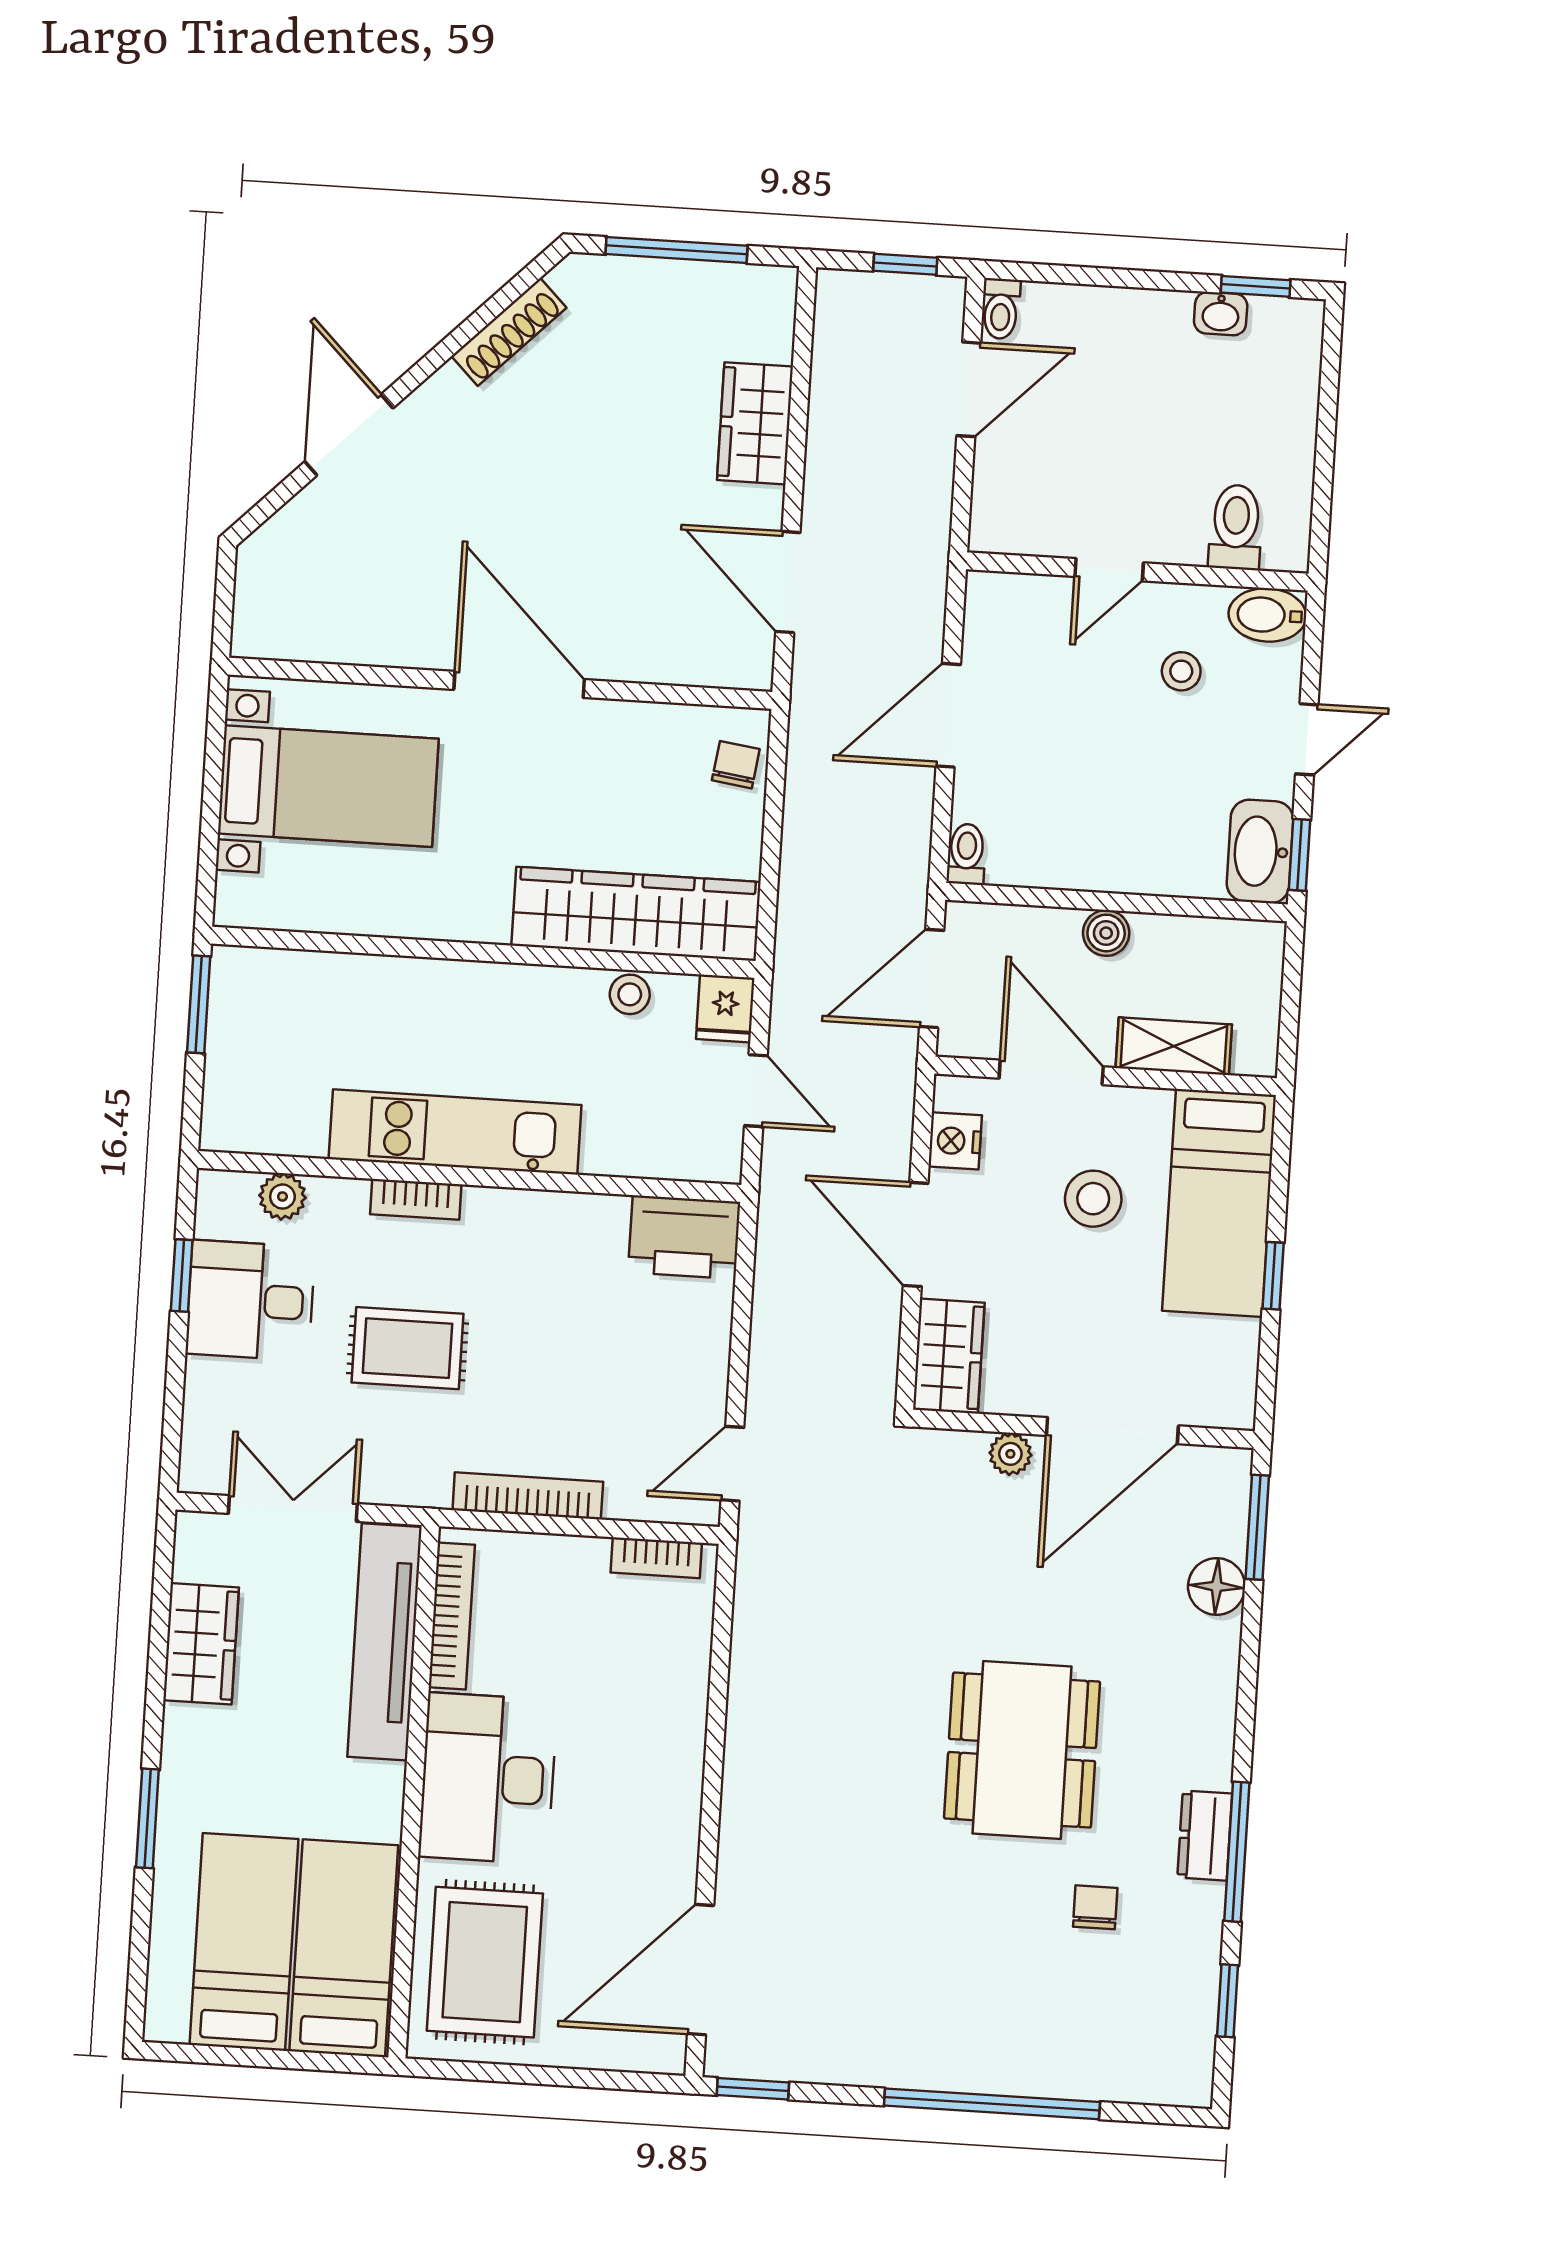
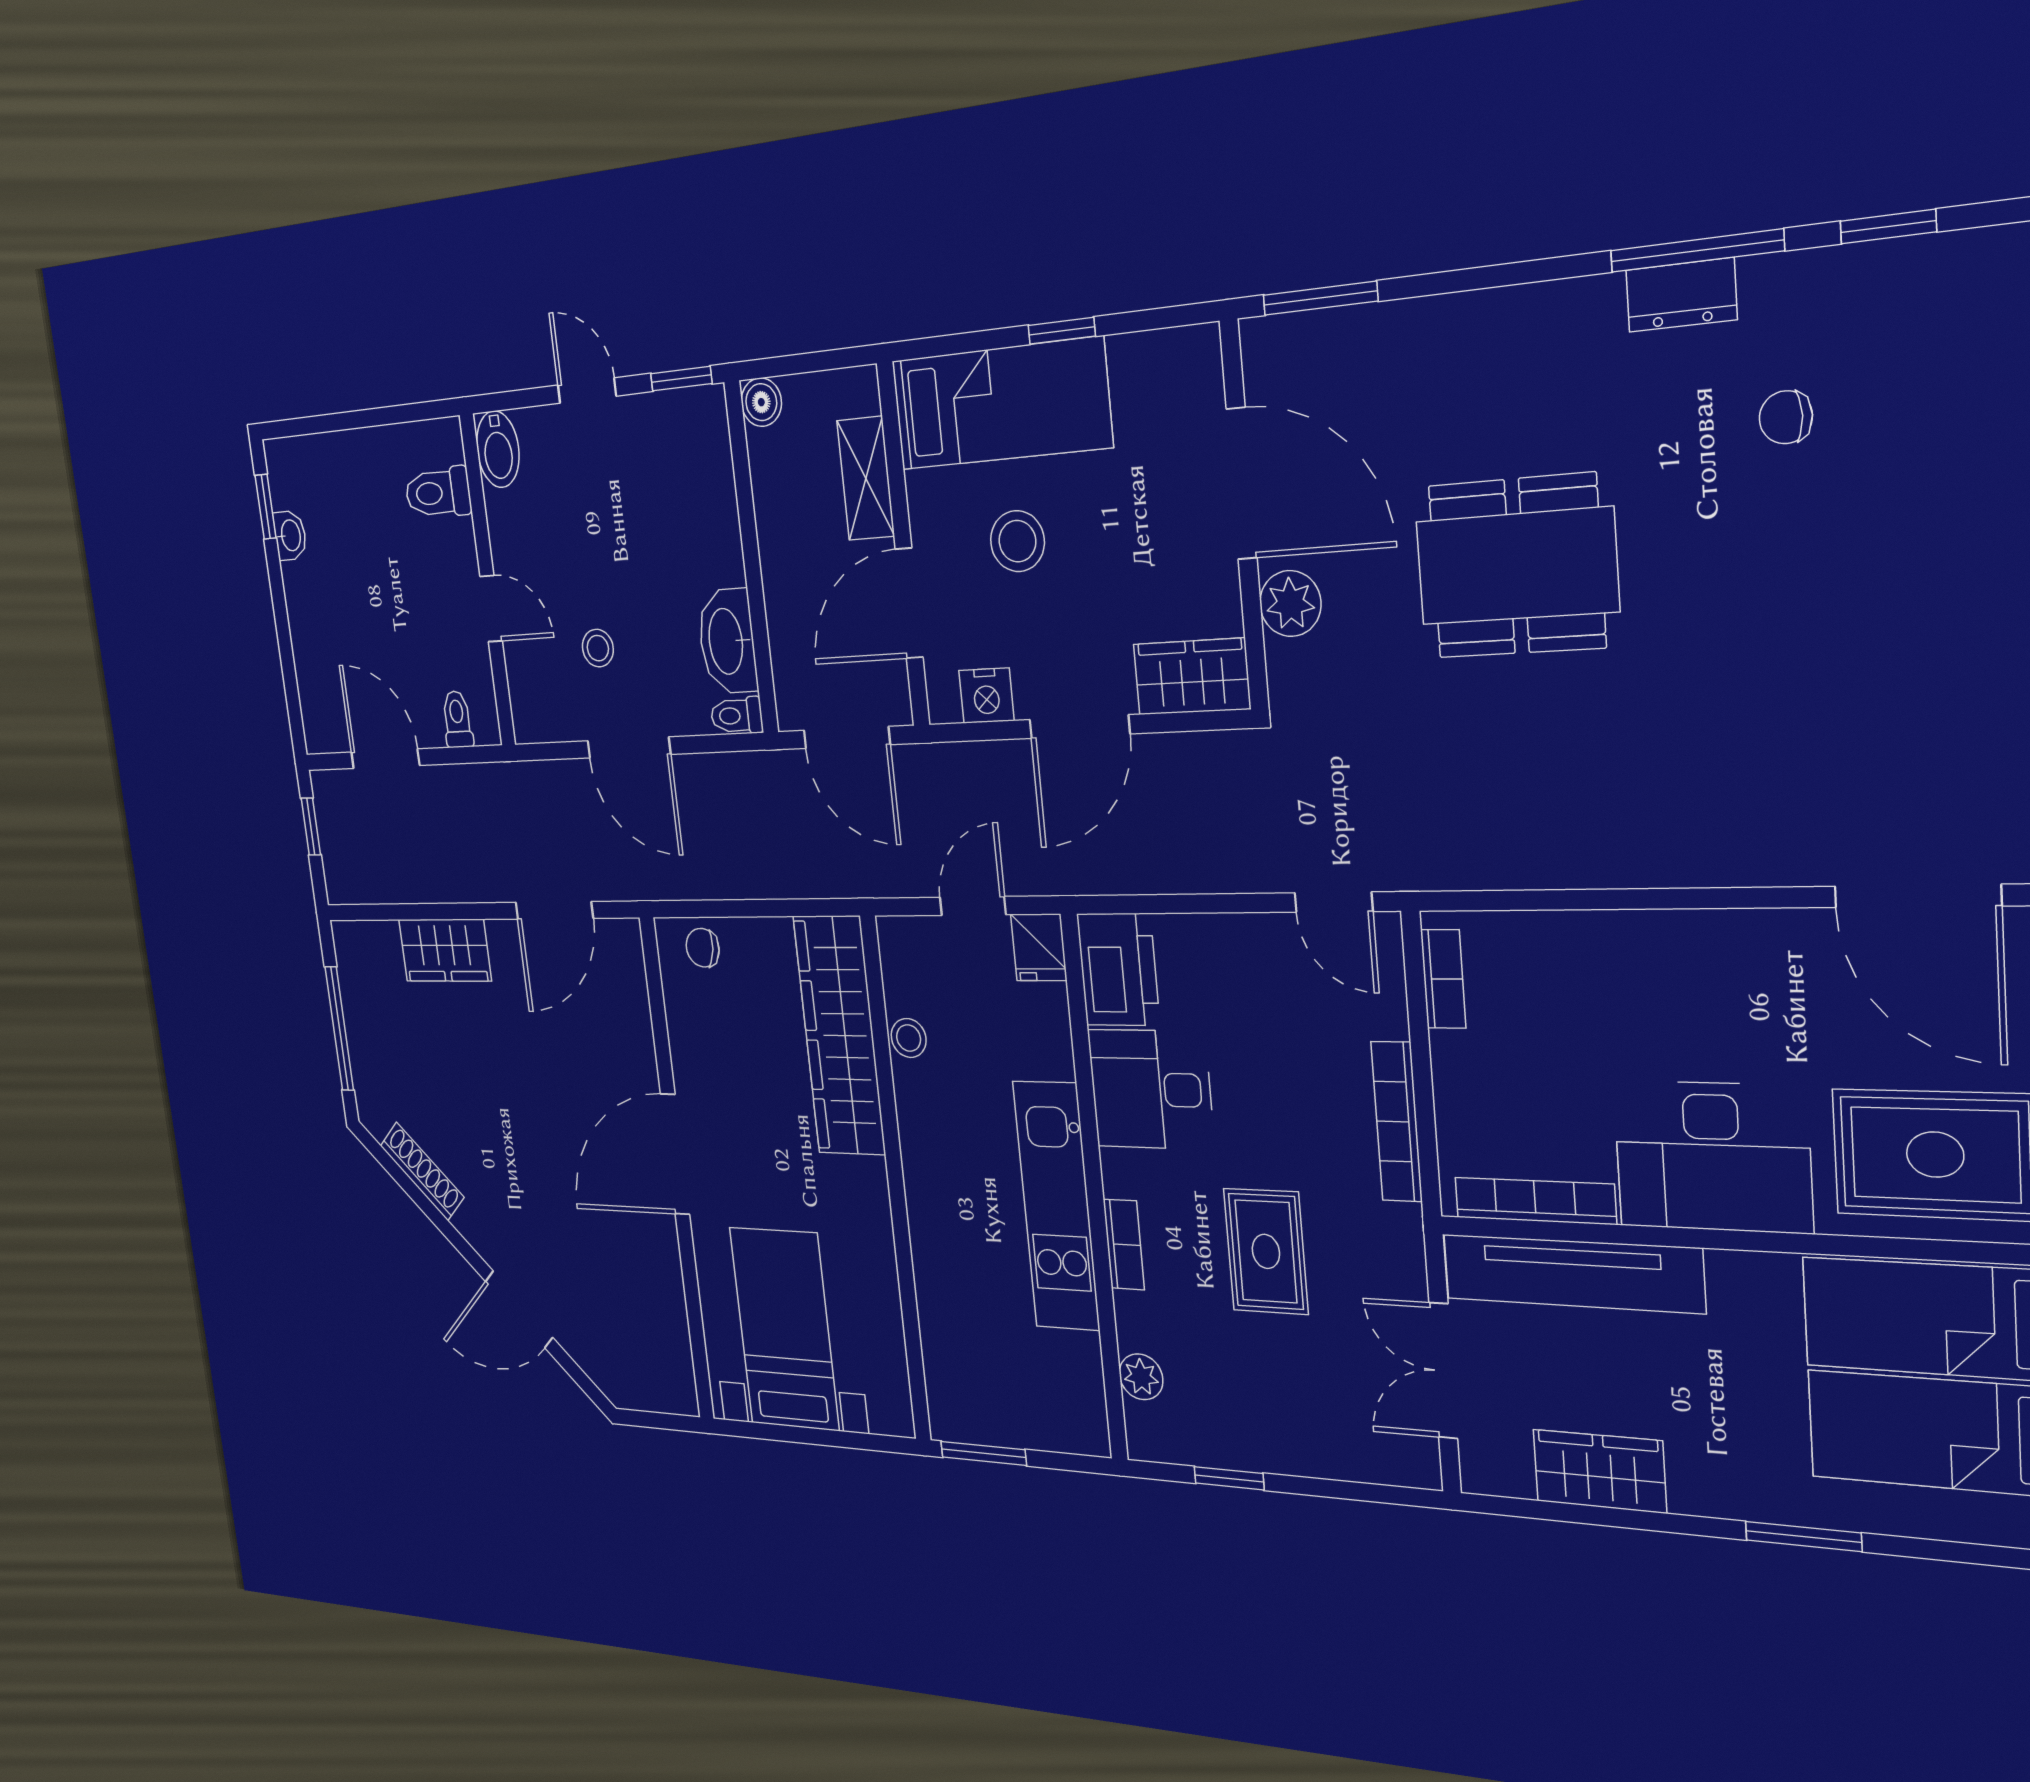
toilet: (1001, 309) -> (457, 719), moved, turned -90
stool: (1181, 671) -> (598, 648), moved
washbasin: (1260, 851) -> (727, 641), moved, turned 90
boiler: (1106, 933) -> (761, 402), moved
fridge: (725, 1008) -> (1039, 947), moved, turned 90
desk: (250, 1300) -> (1151, 1089), moved, turned 90
plant: (1010, 1454) -> (1290, 604), width x1.38, depth x1.38
floor lamp: (1217, 1586) -> (1391, 334), removed
dining table: (1022, 1750) -> (1517, 566), moved

